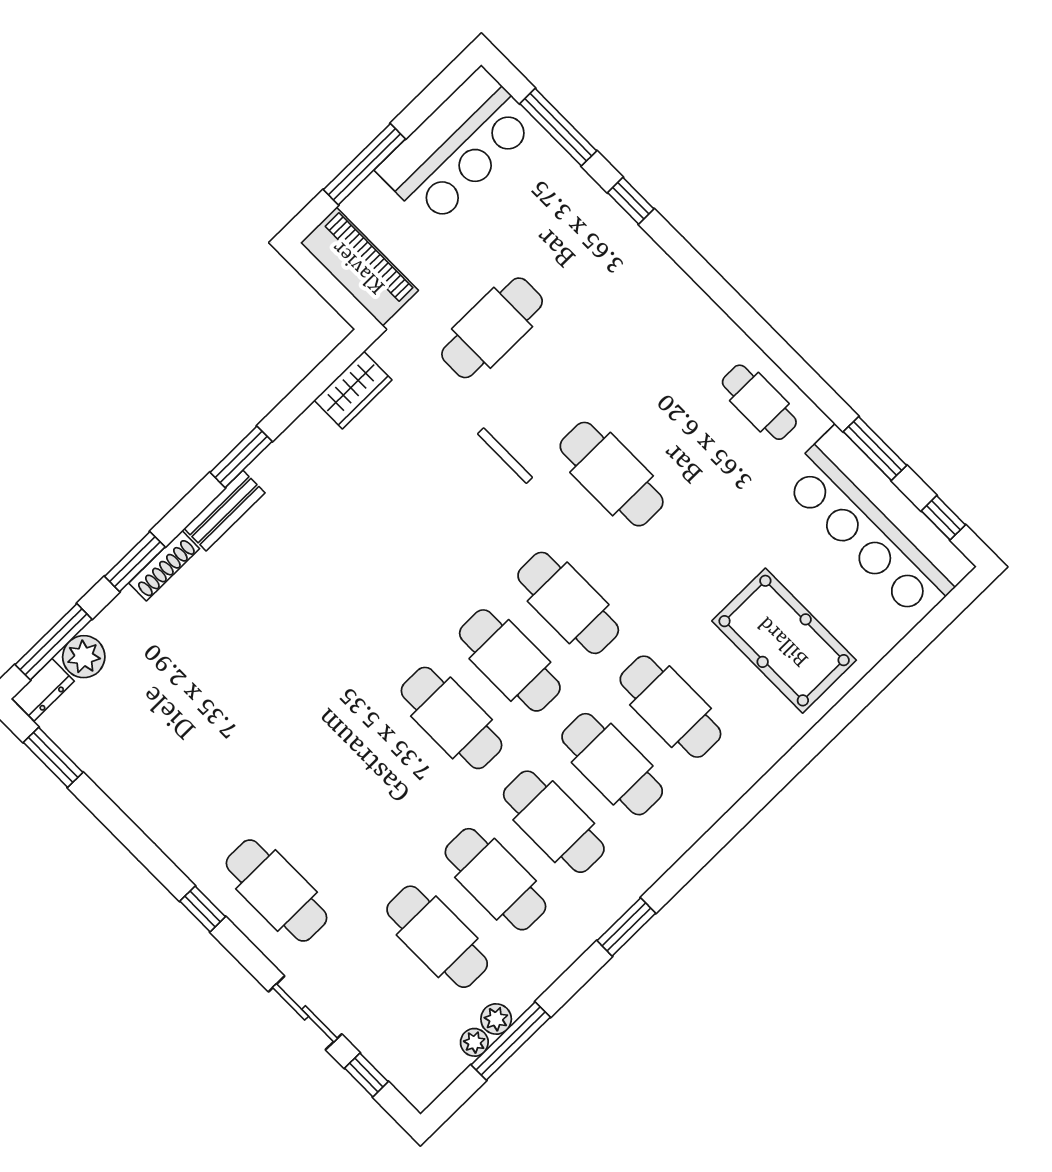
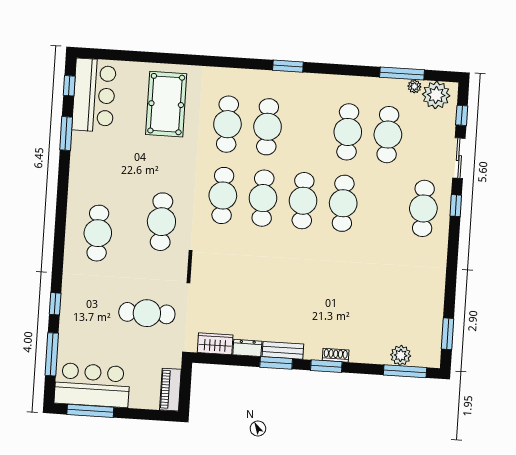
window: (364, 164) -> (90, 411), moved
piano: (359, 267) -> (170, 390), width x0.73, depth x0.75
cafe table: (759, 402) -> (98, 233), moved, width x1.37, depth x1.35
bench: (224, 511) -> (283, 350), moved
bar counter: (877, 524) -> (94, 95), width x0.73
window: (135, 562) -> (326, 366), moved
shoe rack: (164, 566) -> (336, 355), width x0.70
dresser: (43, 690) -> (247, 348), moved
cafe table: (554, 822) -> (343, 203), moved
window: (203, 909) -> (456, 206), moved
window: (626, 927) -> (288, 66), moved
plant: (496, 1019) -> (436, 95), moved, width x1.88, depth x1.88

